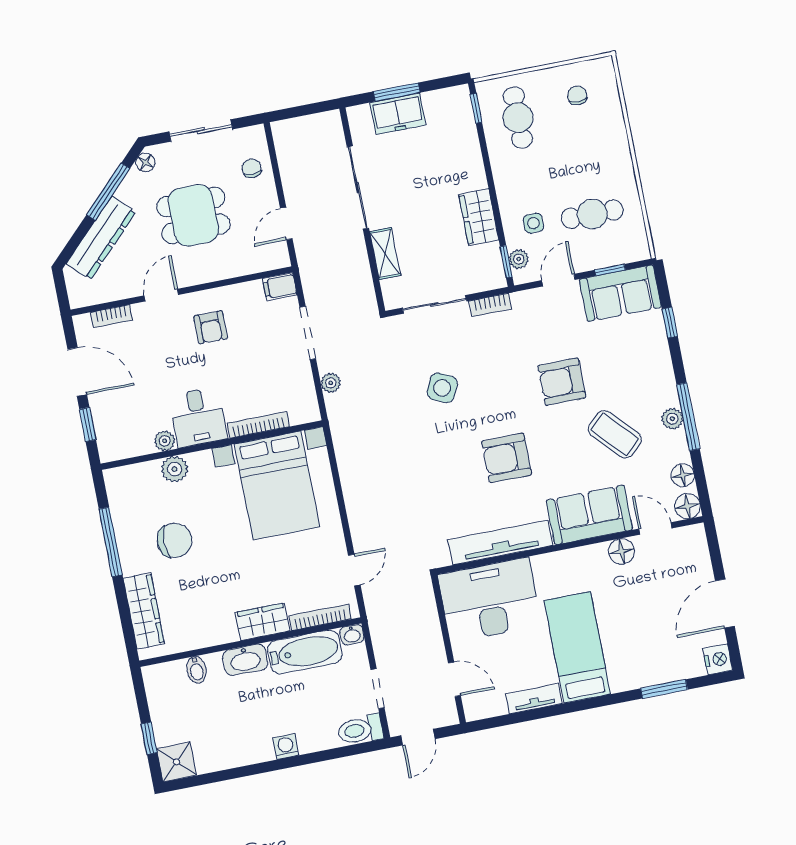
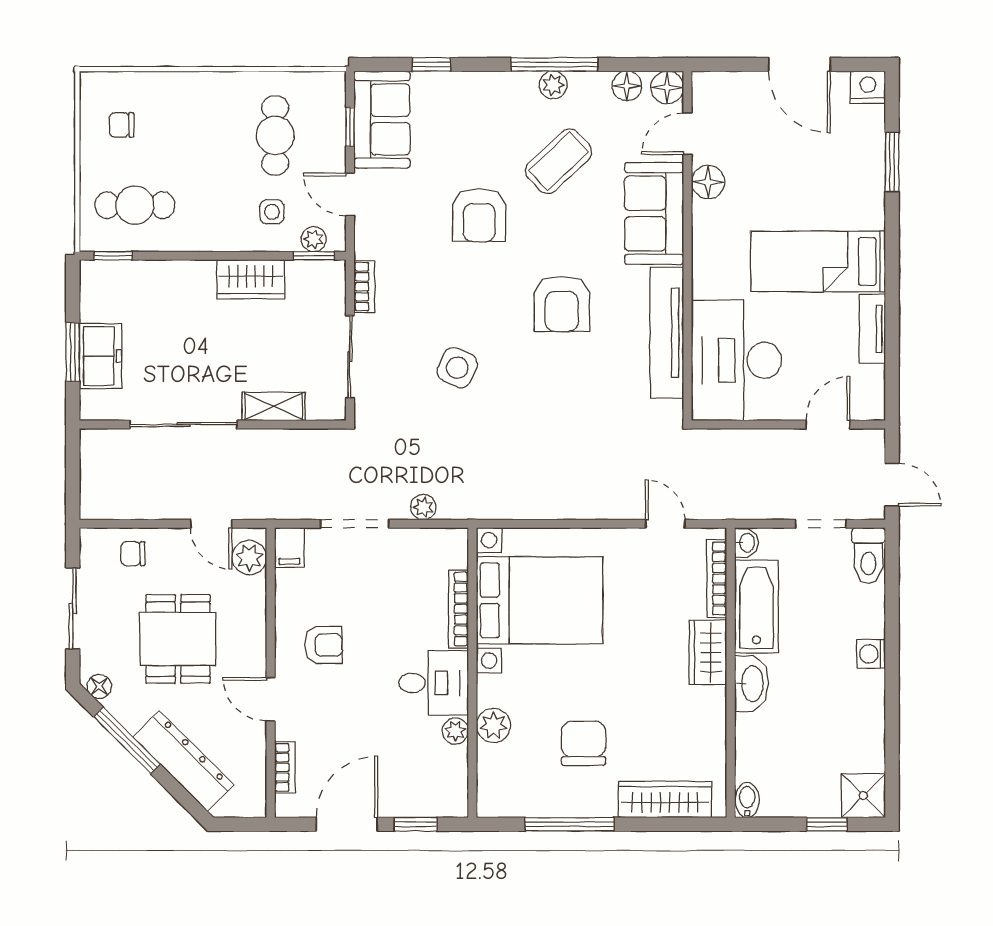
plant: (266, 258) -> (249, 558), added
bidet: (196, 670) -> (747, 800), moved, turned -90

